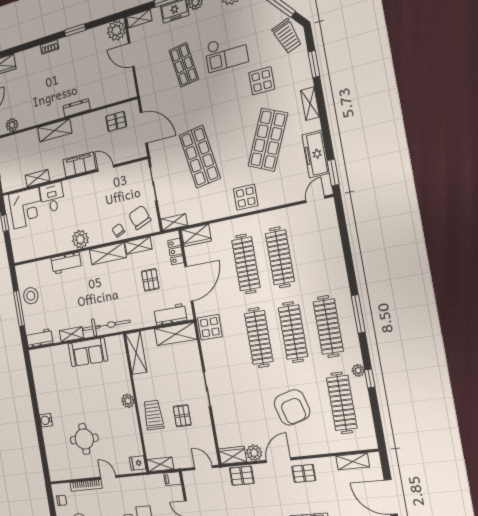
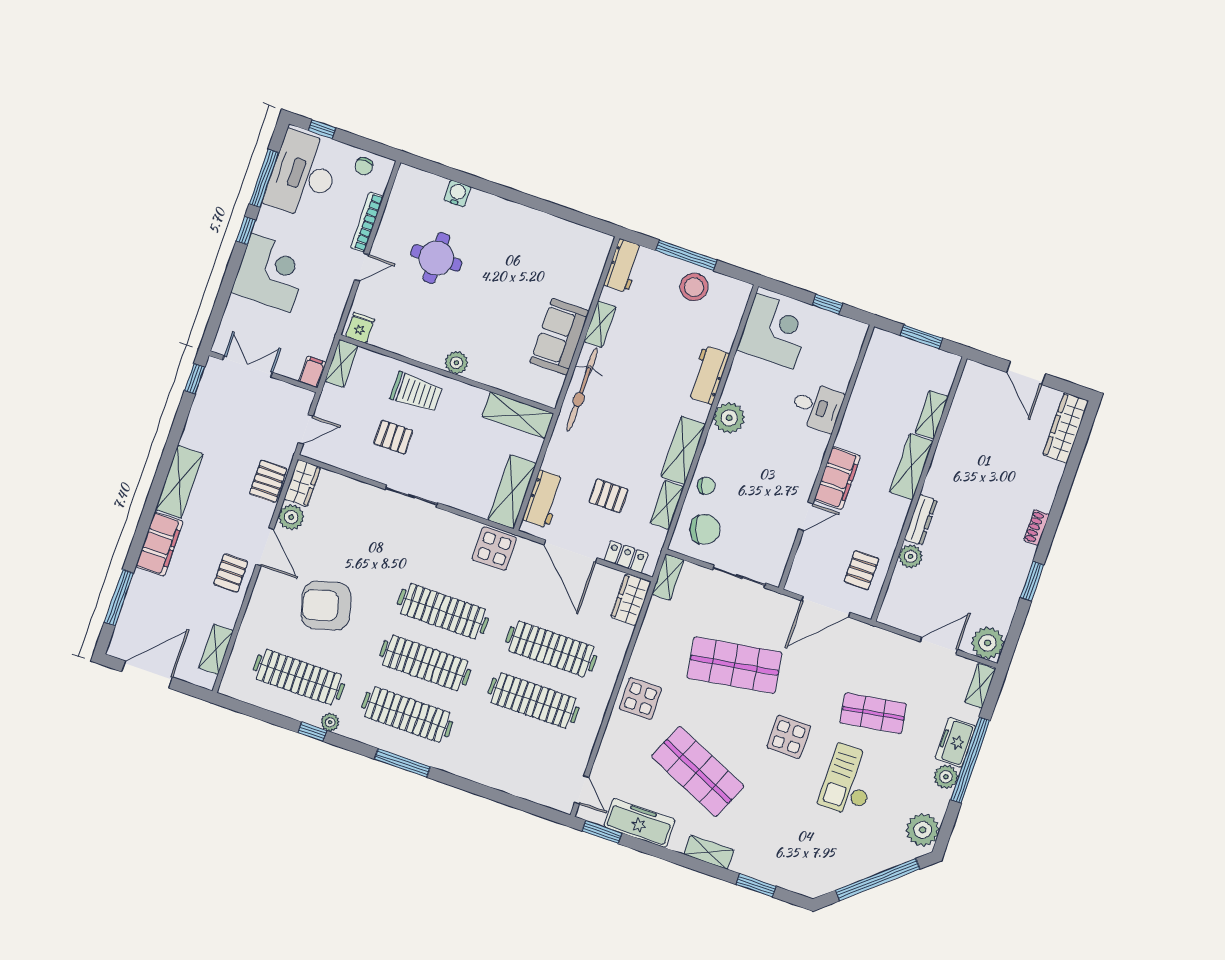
trolley: (287, 36) -> (815, 872), removed
display table: (262, 81) -> (789, 737), moved
plant: (12, 125) -> (911, 556), moved
shelving: (37, 178) -> (932, 415), moved
corner desk: (26, 208) -> (775, 331), moved, turned 180
water cooler: (46, 420) -> (457, 193), moved

